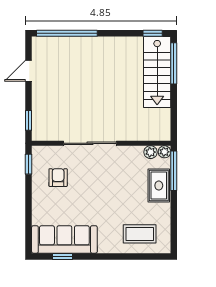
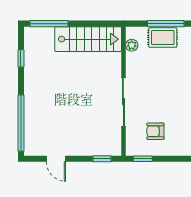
window: (153, 33) -> (21, 58), moved
stairs: (157, 72) -> (88, 39), moved
plant: (164, 152) -> (131, 32), removed
window: (174, 171) -> (166, 24), moved

